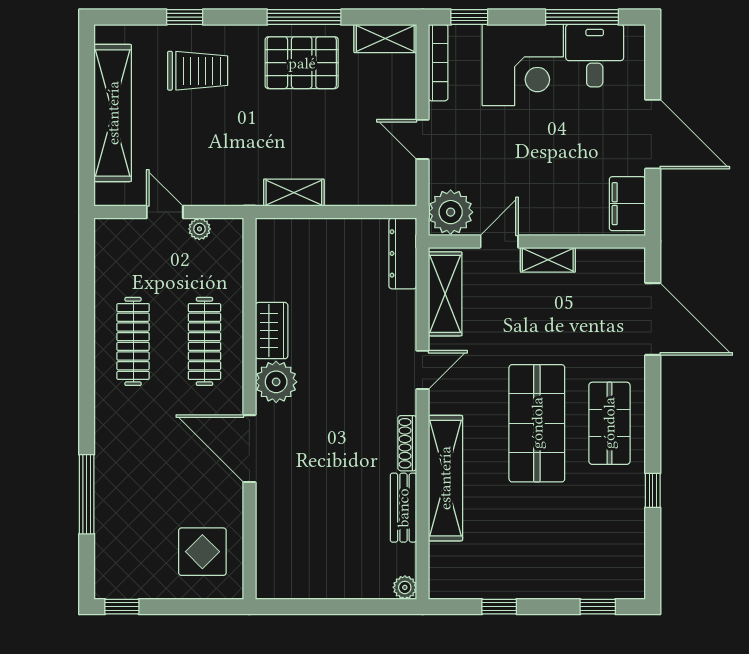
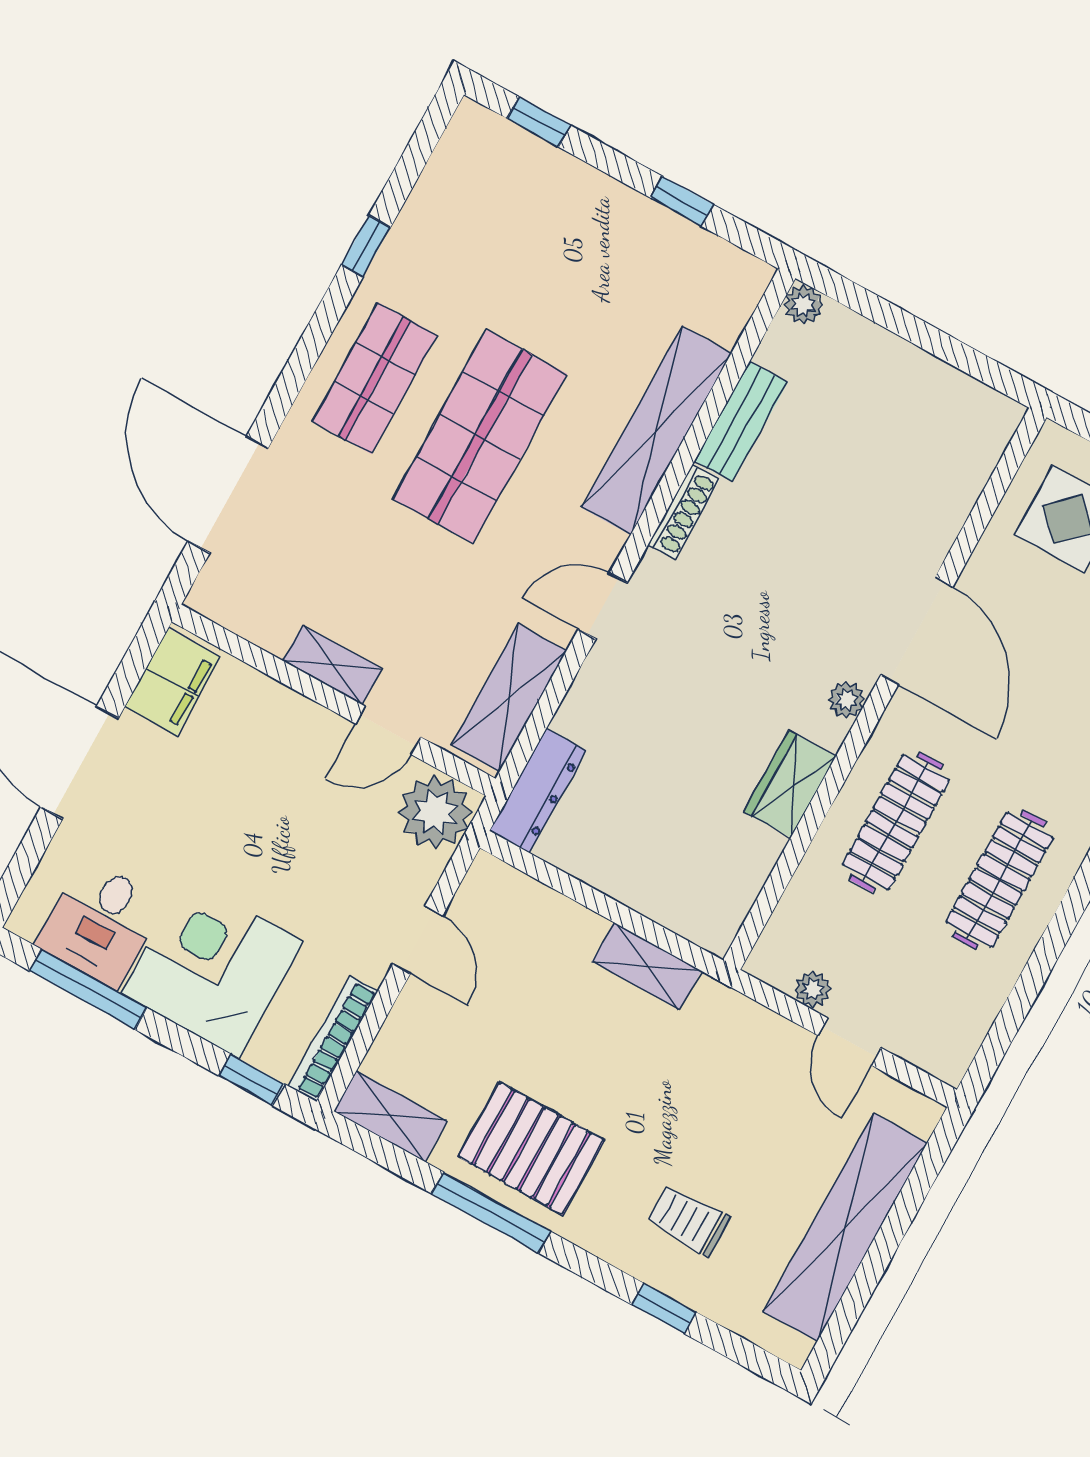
trolley: (198, 71) -> (688, 1220), width x0.73, depth x0.72
plant: (276, 382) -> (846, 700), width x0.53, depth x0.53

